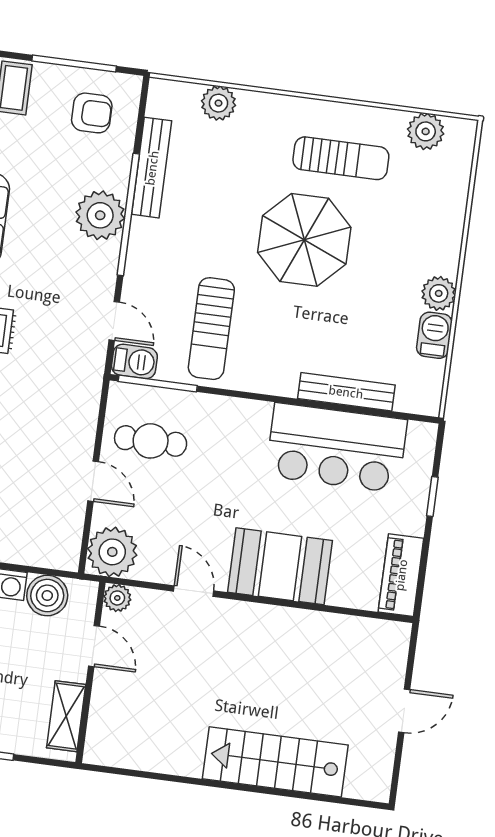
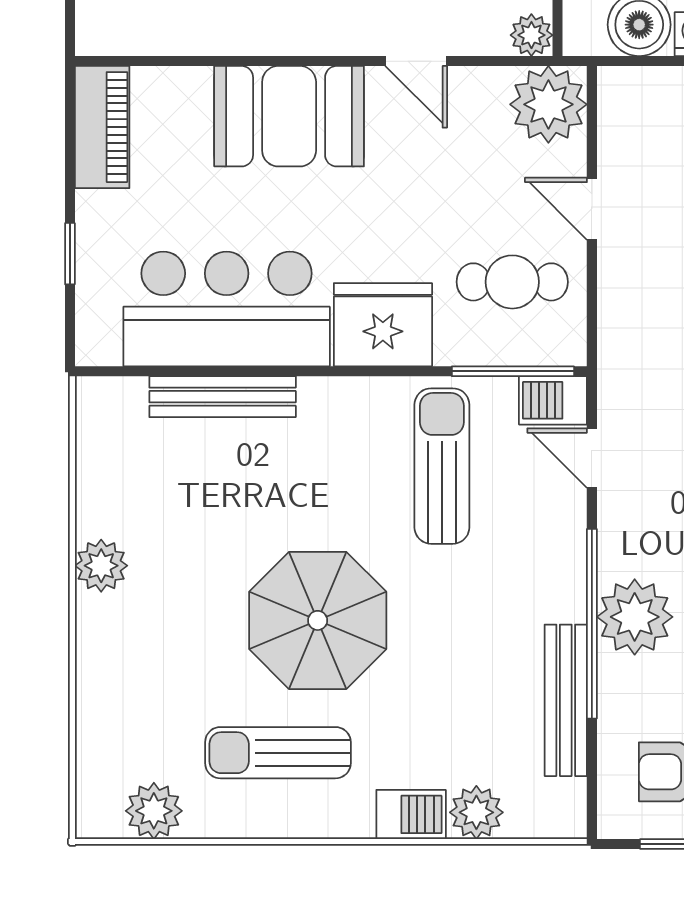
barbecue: (434, 335) -> (411, 814), moved, turned -90
fridge: (237, 424) -> (383, 325), added

